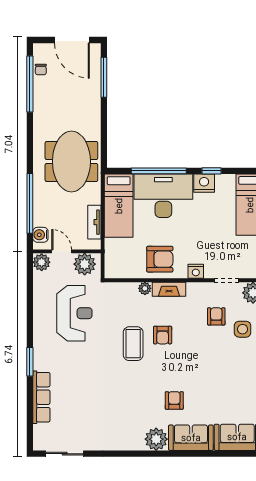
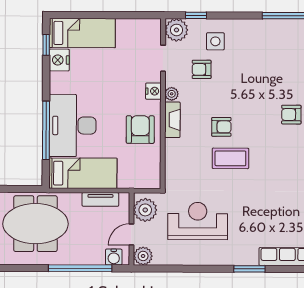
window: (212, 171) -> (46, 45), moved
nightstand: (204, 183) -> (59, 60), moved
plant: (145, 288) -> (172, 94), moved

